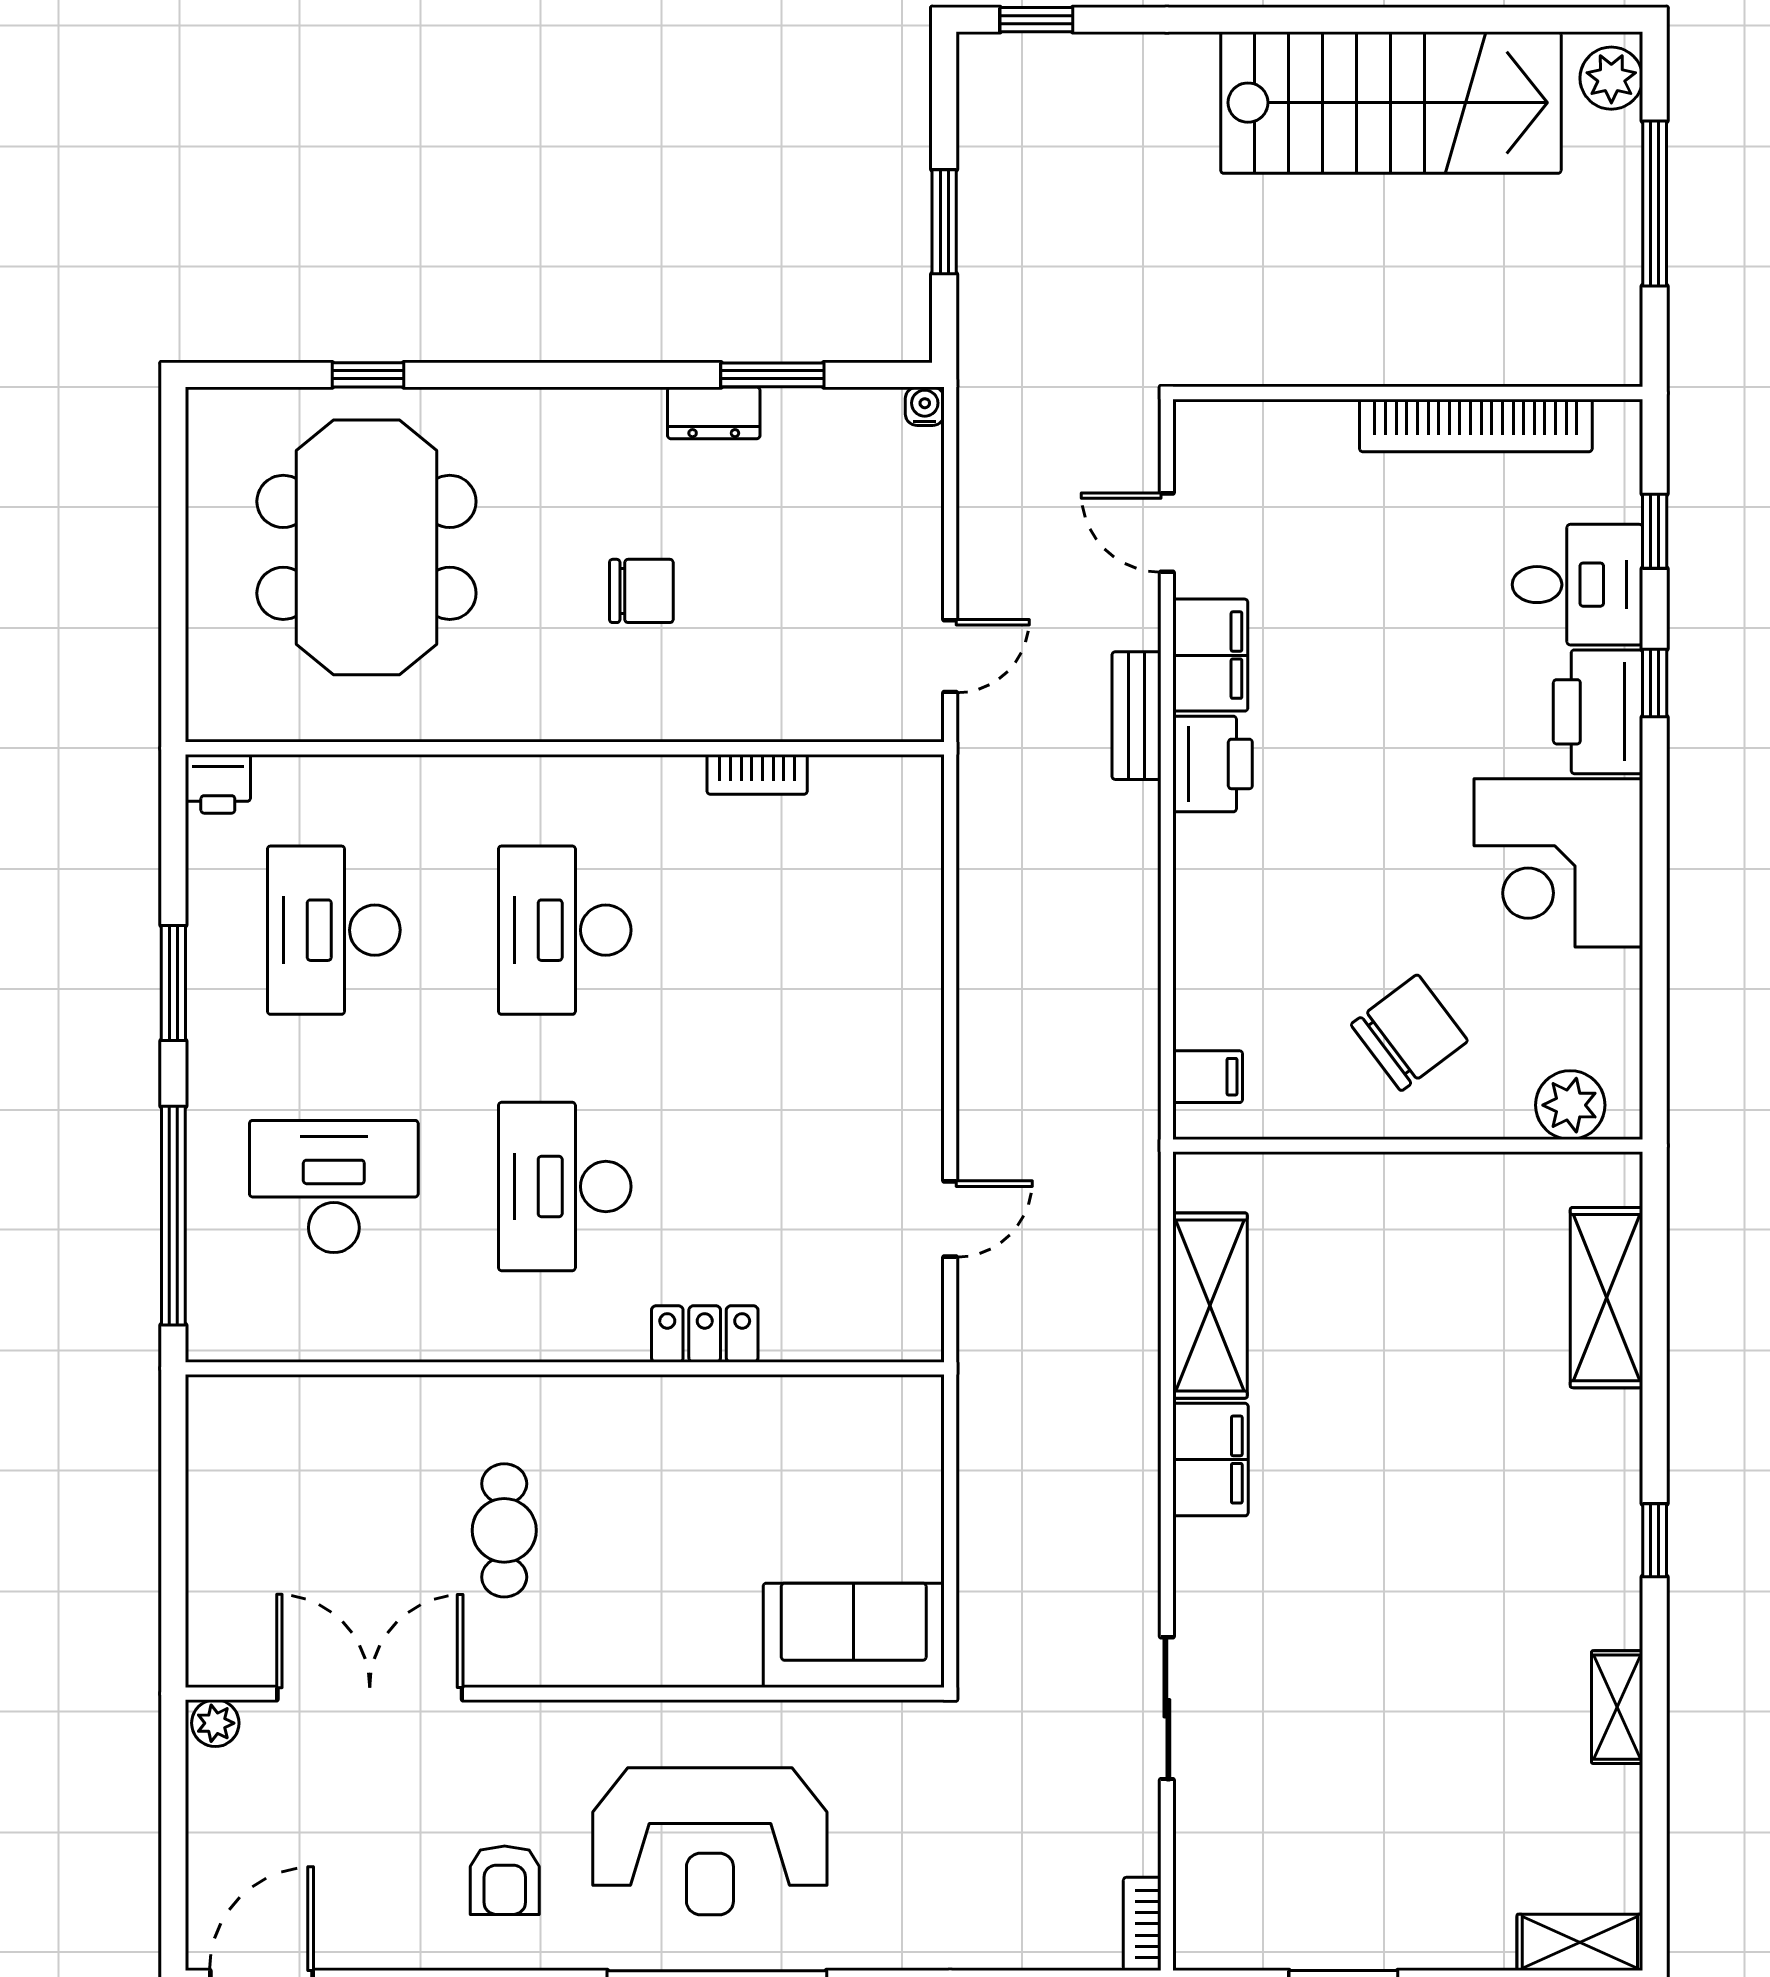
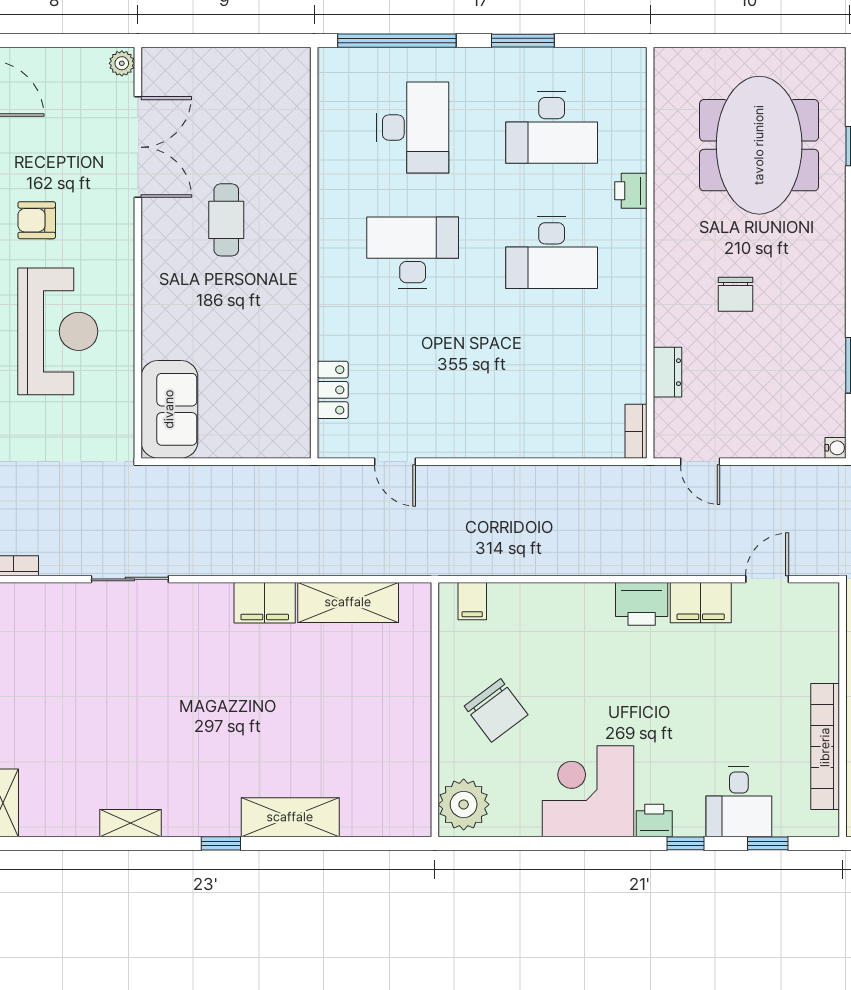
dresser: (714, 413) -> (668, 372), moved, turned 180
meeting table: (366, 547) -> (759, 145), turned 90
printer: (1598, 712) -> (654, 821), width x0.53, depth x0.68
bench: (1136, 716) -> (668, 563), removed
bookcase: (757, 774) -> (636, 431), moved
printer: (218, 784) -> (631, 191), moved
desk: (334, 930) -> (552, 128), turned 180
desk: (565, 930) -> (552, 253), turned 180
plant: (1570, 1105) -> (464, 804), width x1.36, depth x1.36
shelving: (1606, 1298) -> (290, 817), moved
locker: (705, 1334) -> (333, 390), moved
cafe table: (504, 1530) -> (226, 220), turned 90
reception desk: (710, 1841) -> (58, 331), turned 180

